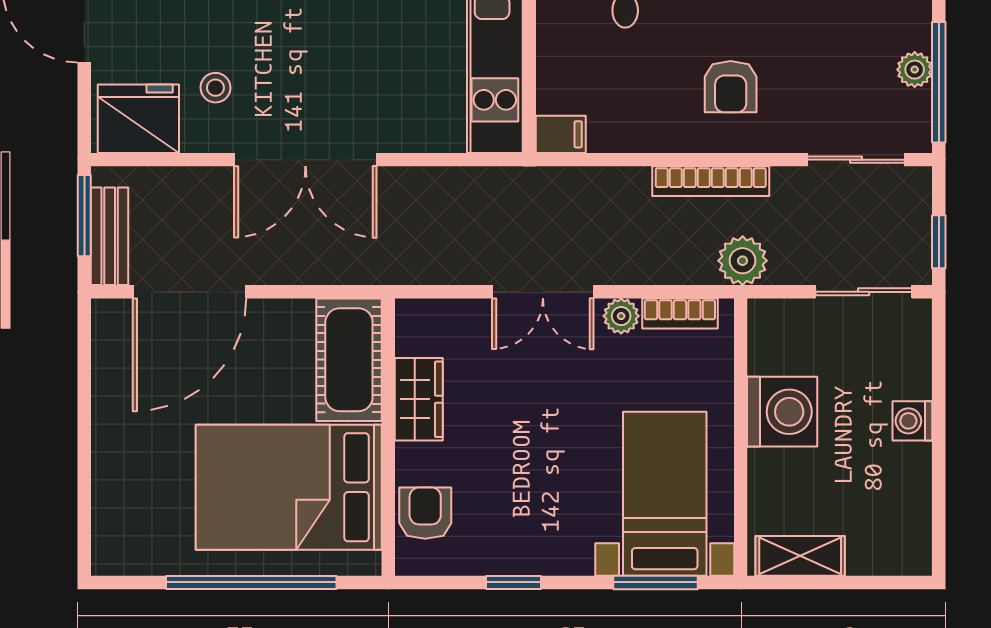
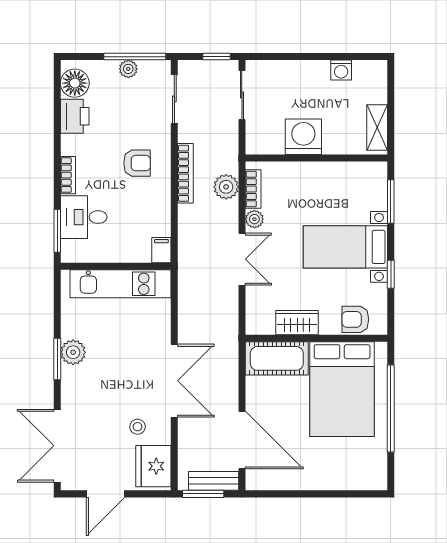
plant: (743, 261) -> (226, 187), moved
washing machine: (912, 421) -> (341, 70), moved
bed with nightstands: (665, 494) -> (345, 247), moved

